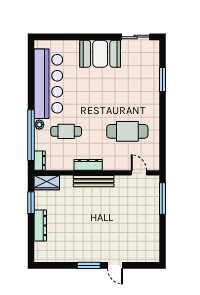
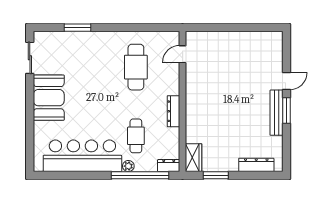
bench: (94, 181) -> (277, 113), moved
window: (162, 199) -> (211, 28), removed
dresser: (40, 226) -> (256, 165), moved

